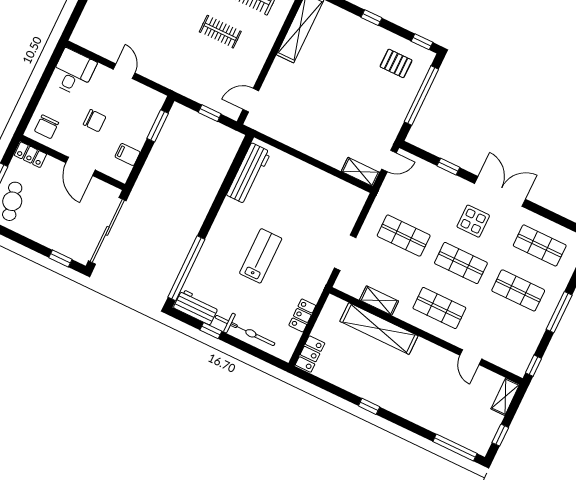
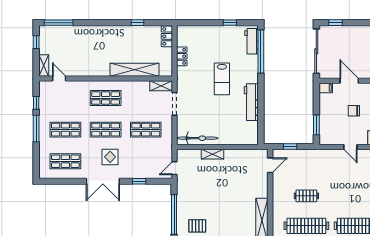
filing cabinet: (128, 154) -> (326, 88), moved
shelving: (360, 172) -> (212, 154), moved
workbench: (249, 174) -> (251, 102), moved
shelving: (379, 301) -> (161, 86), moved
workbench: (196, 307) -> (252, 41), moved, turned 90
bicycle: (245, 330) -> (197, 138), moved, turned 180
door: (471, 357) -> (59, 79), moved
window: (533, 366) -> (36, 103), moved
window: (369, 406) -> (137, 23), moved

